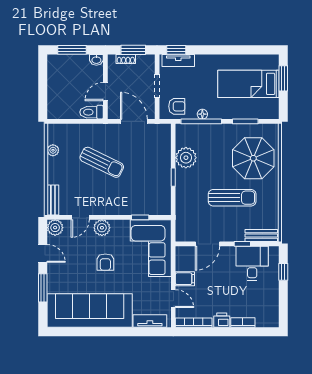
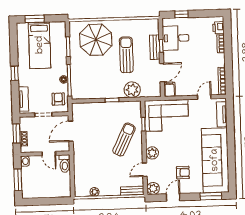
window: (176, 50) -> (15, 73), moved
plant: (186, 158) -> (132, 90), moved
sun lounger: (102, 162) -> (124, 140), moved
door: (80, 217) -> (145, 170), swing flipped
bench: (261, 236) -> (155, 47), moved
door: (207, 244) -> (162, 72), hinge flipped
armchair: (105, 262) -> (183, 173), moved
filing cabinet: (185, 279) -> (170, 89), moved
window: (43, 288) -> (211, 196), moved
printer: (222, 320) -> (218, 28), moved

